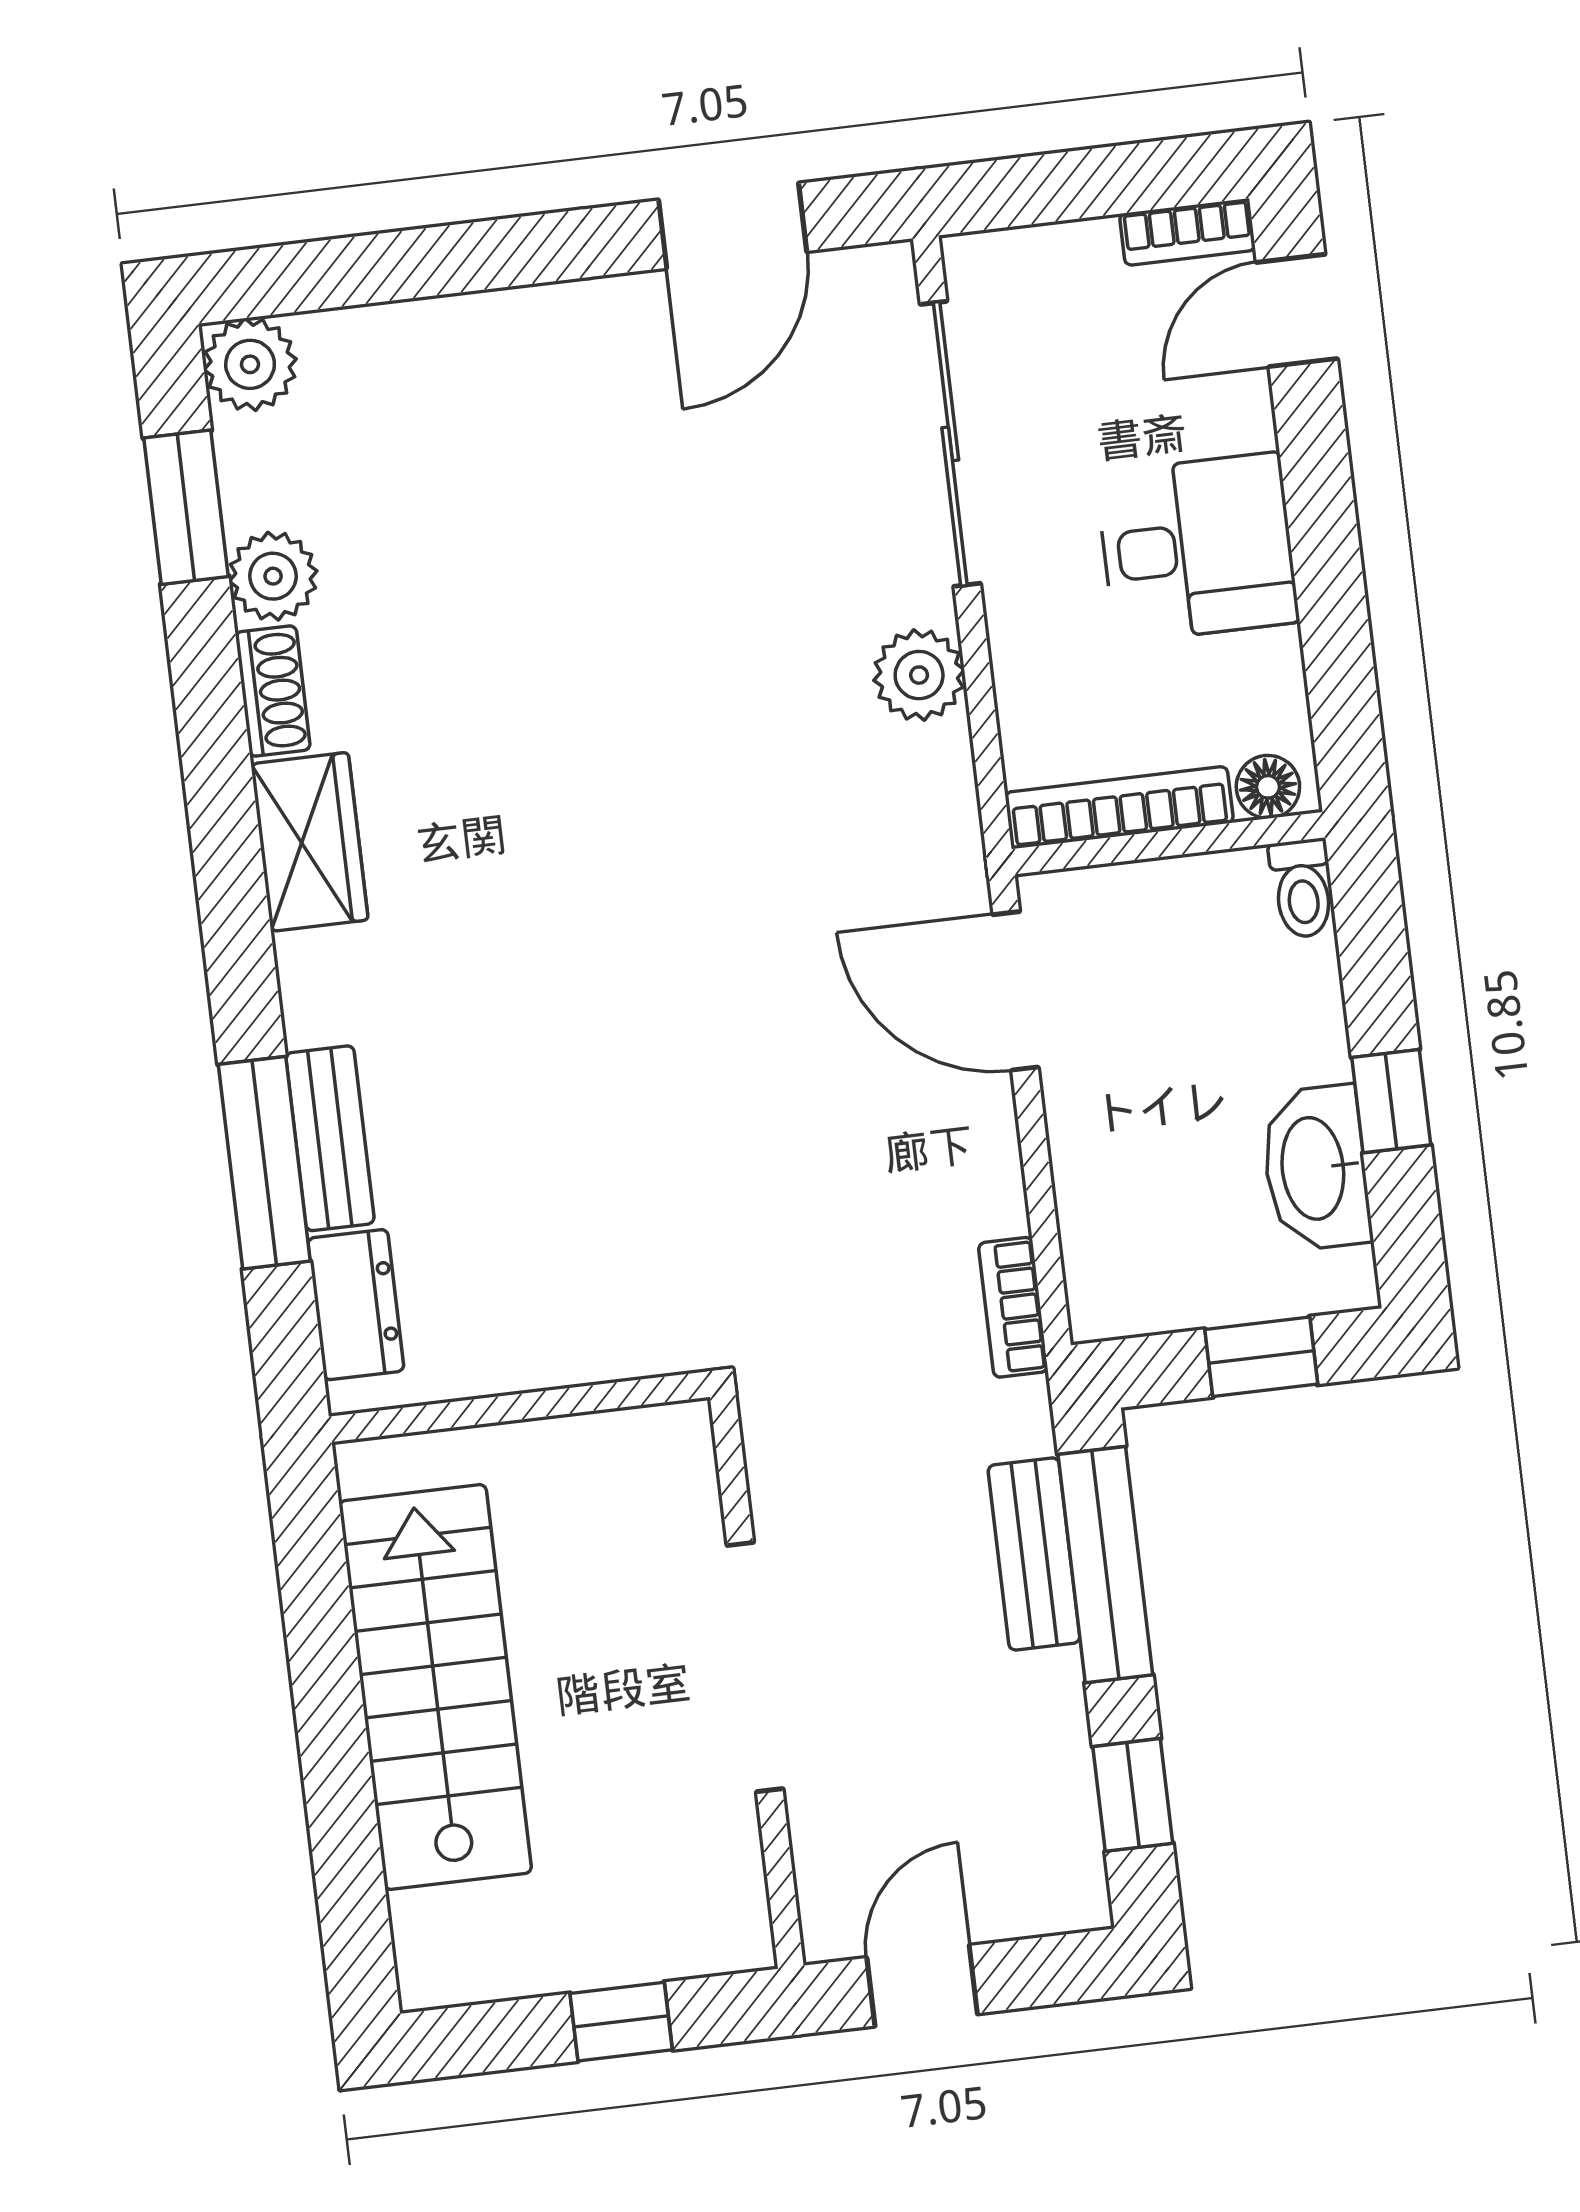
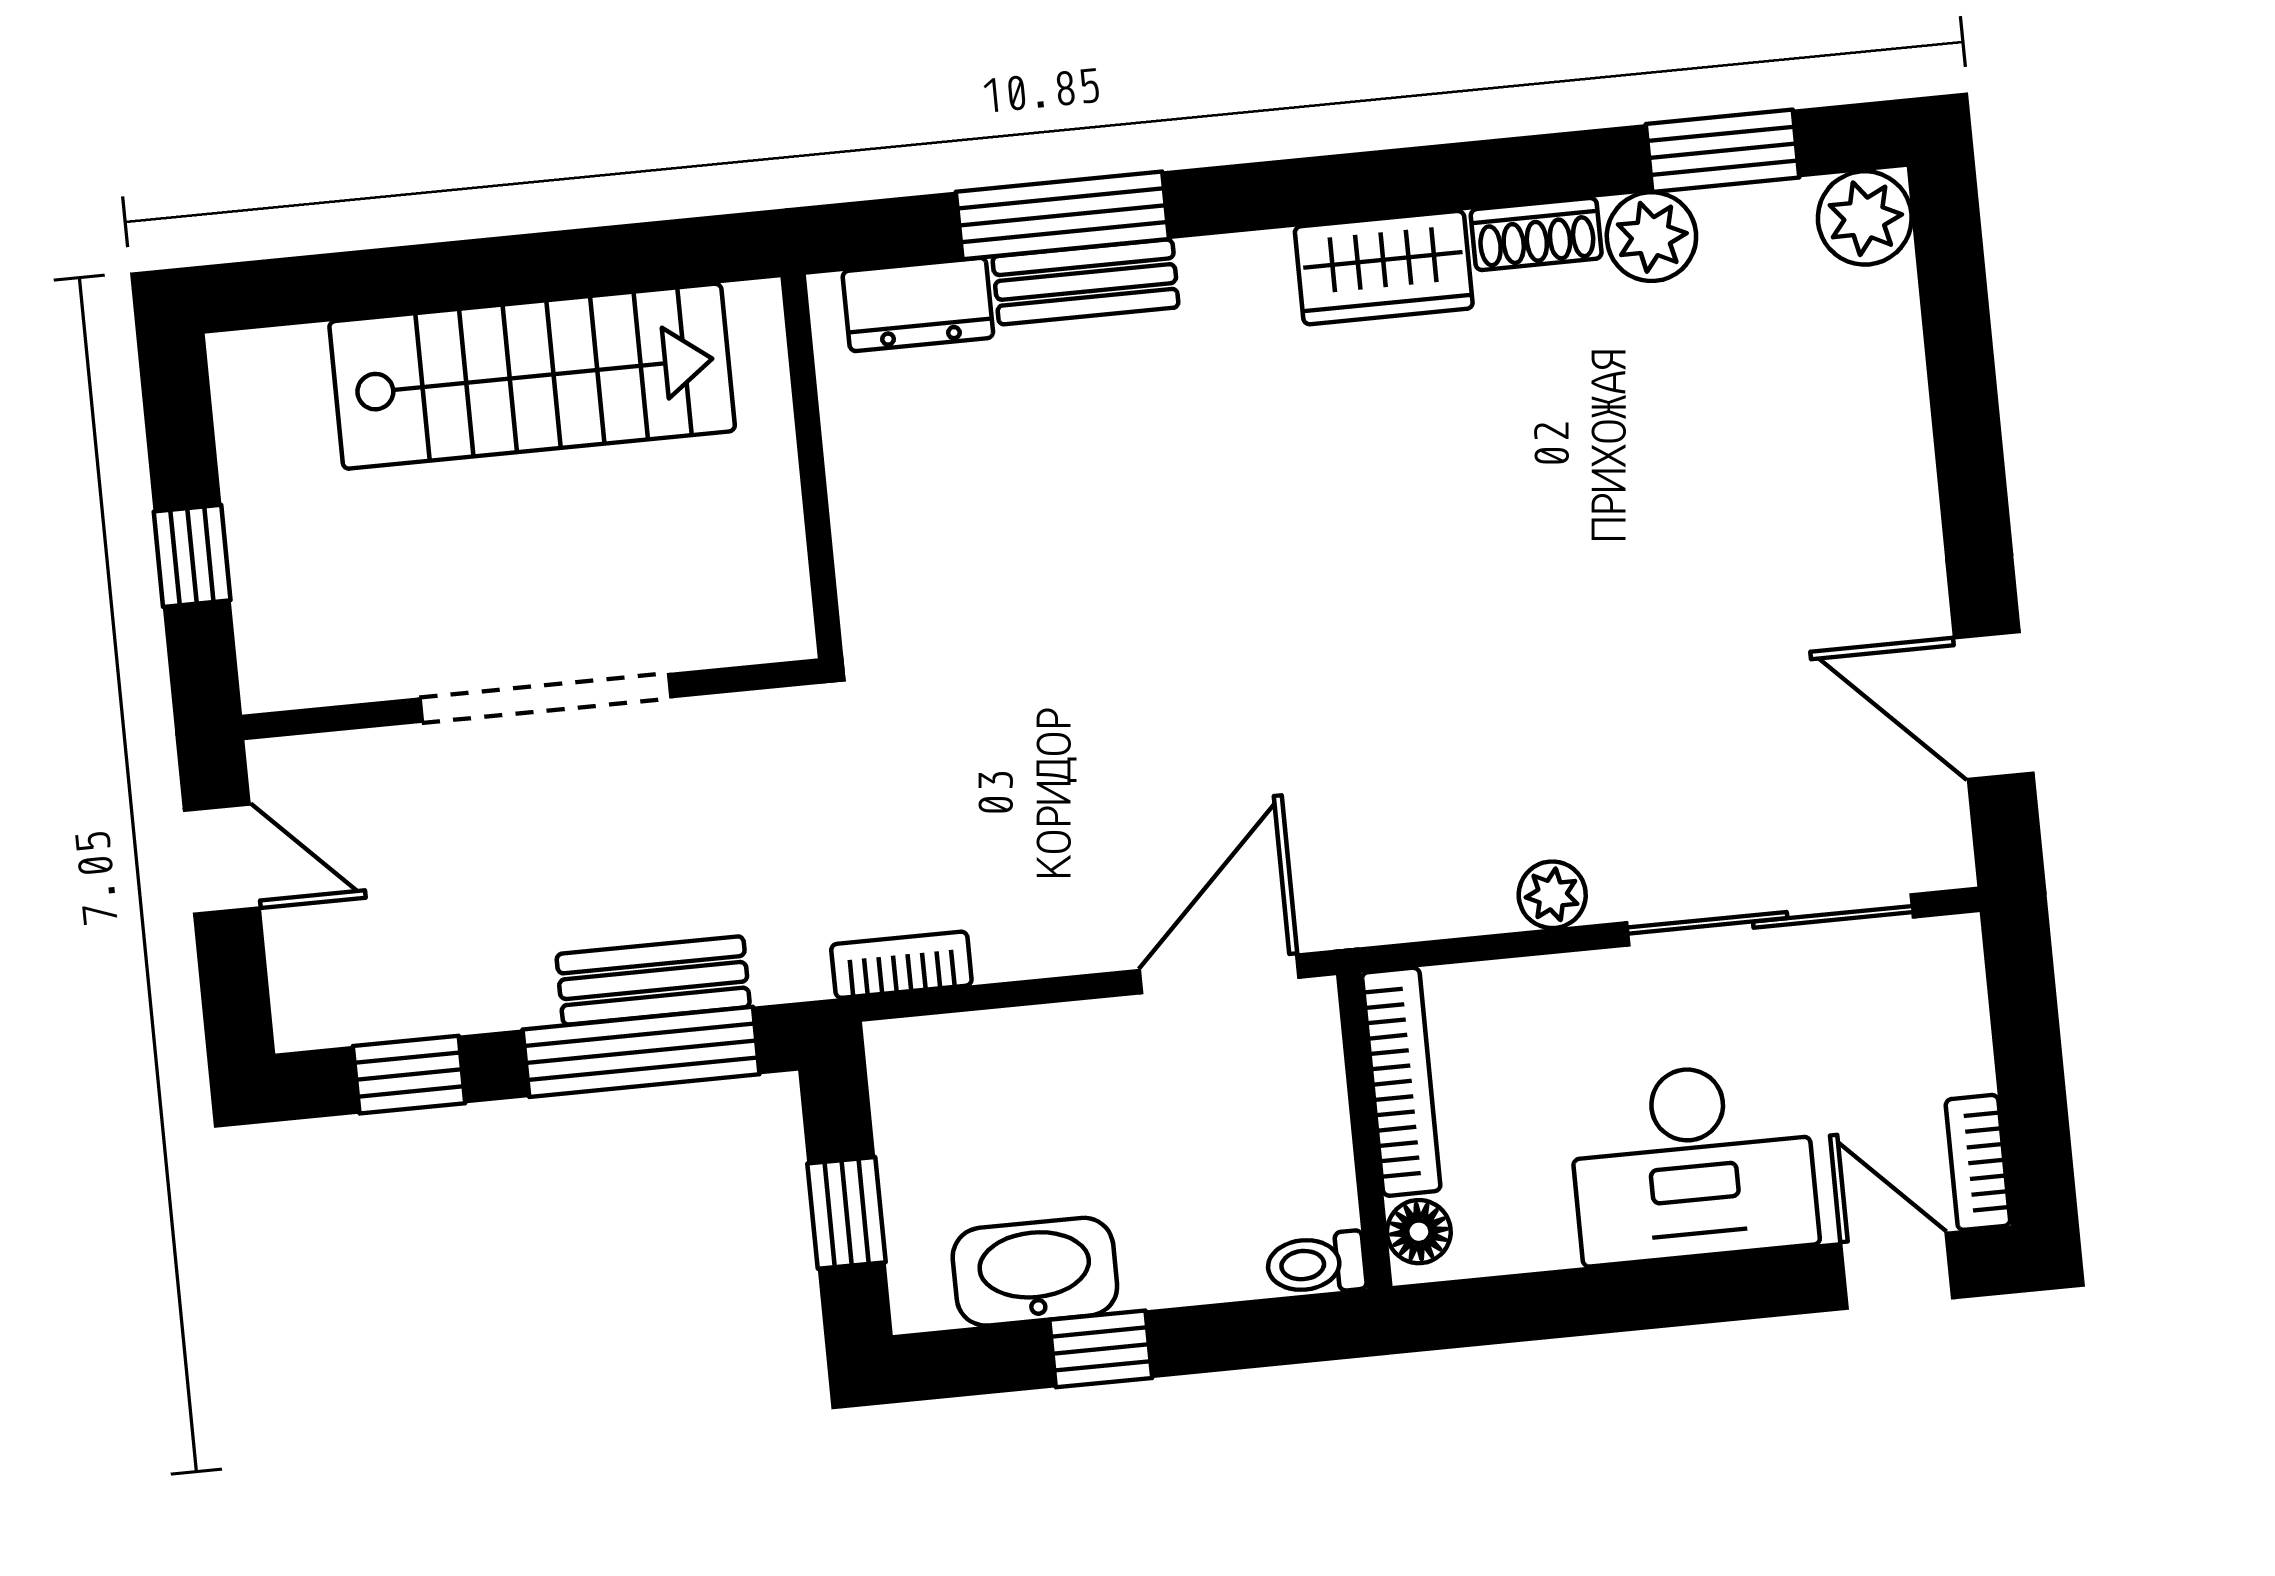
desk: (1197, 548) -> (1693, 1163), width x1.37
plant: (919, 675) -> (1552, 895), width x0.73, depth x0.73

